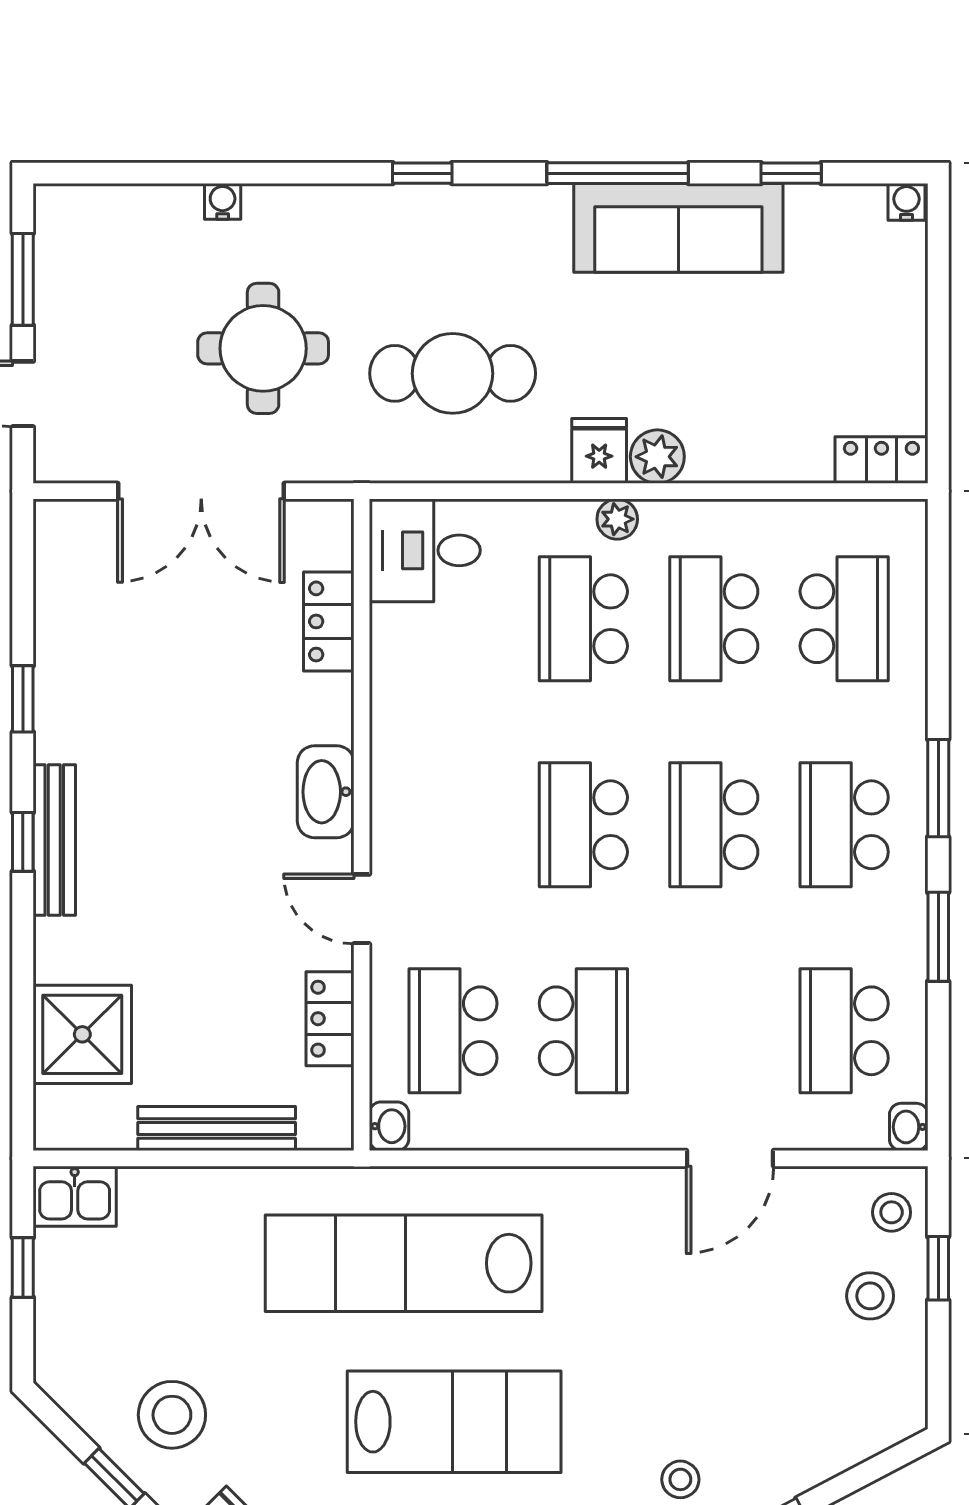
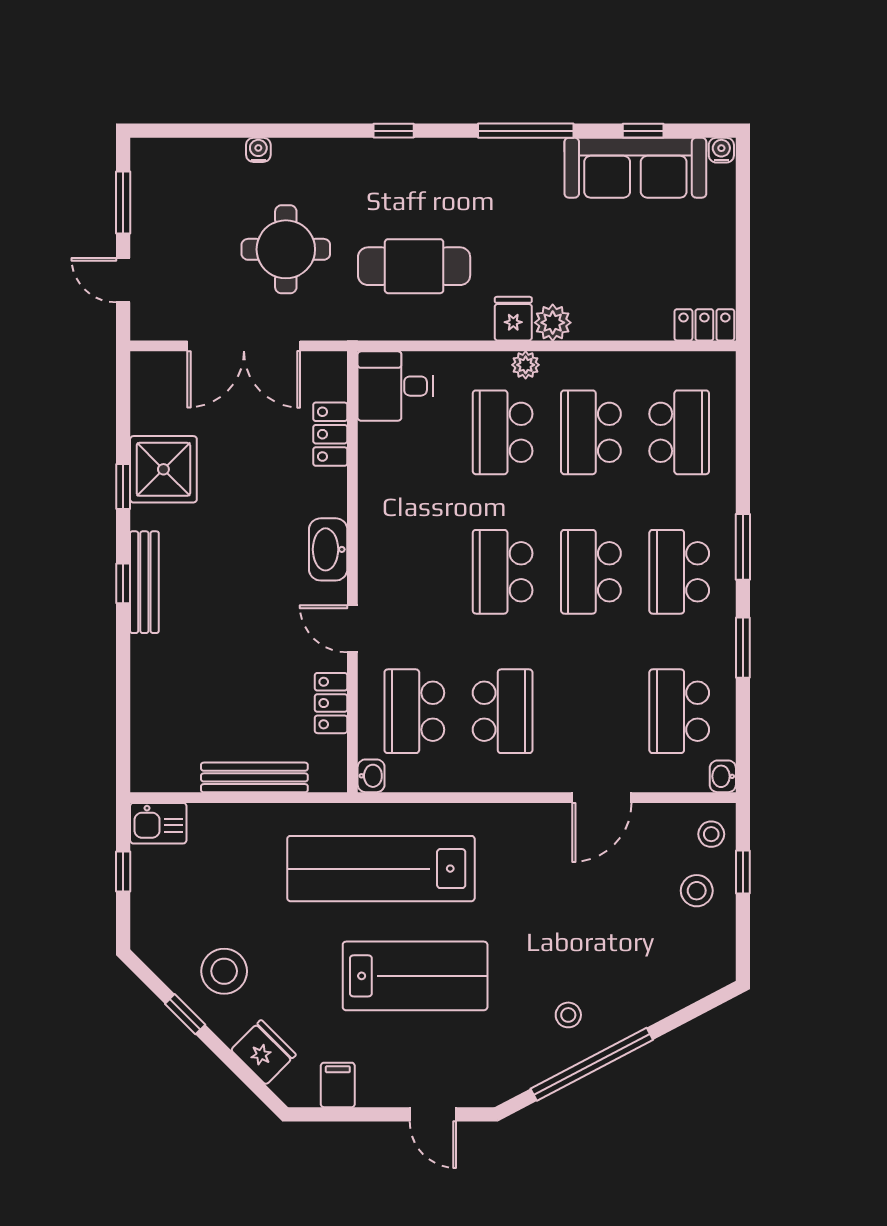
sofa: (678, 228) -> (635, 168), moved
shower: (82, 1034) -> (163, 469), moved

